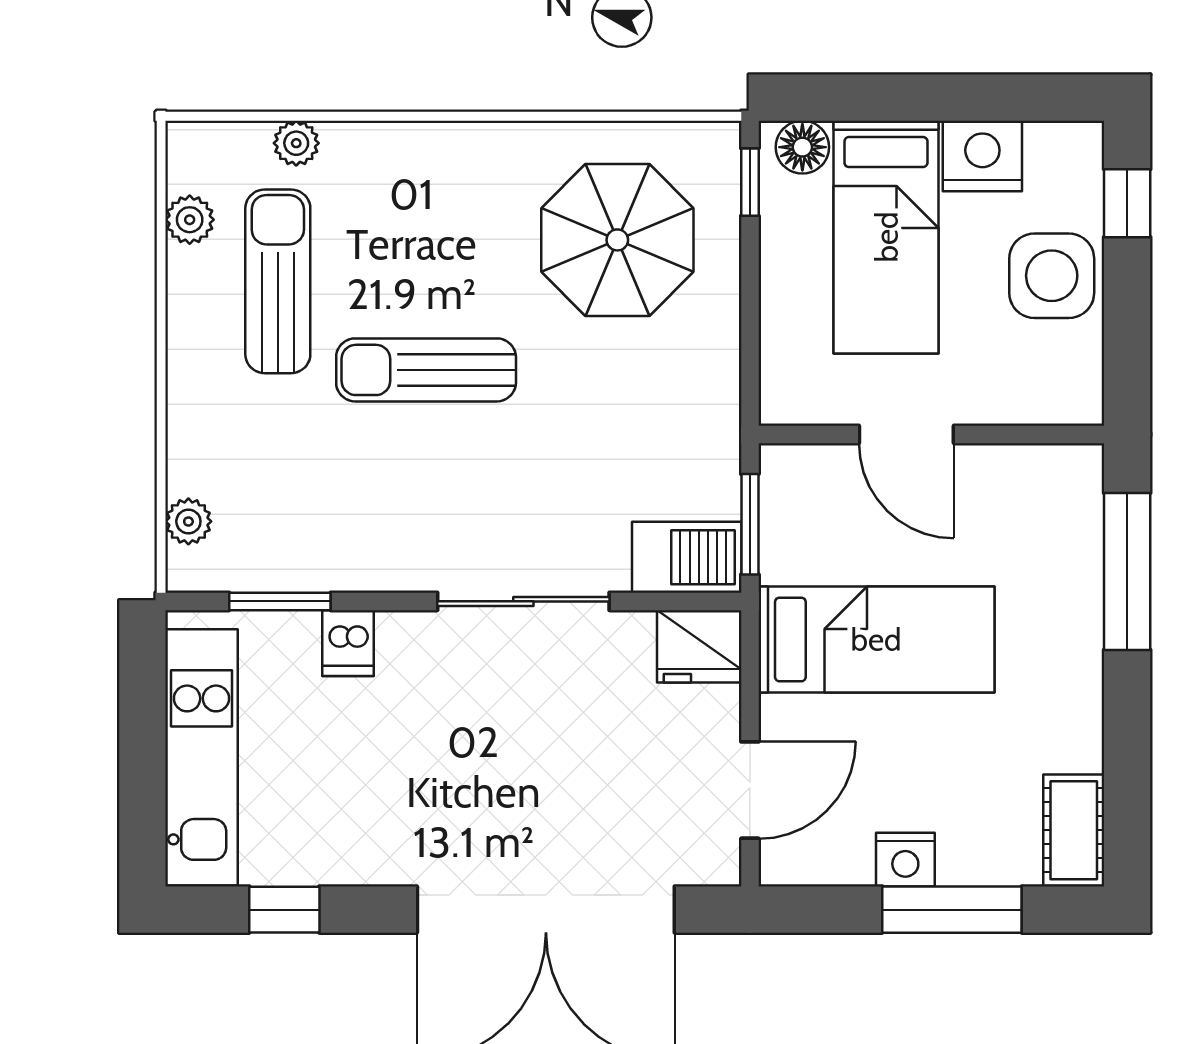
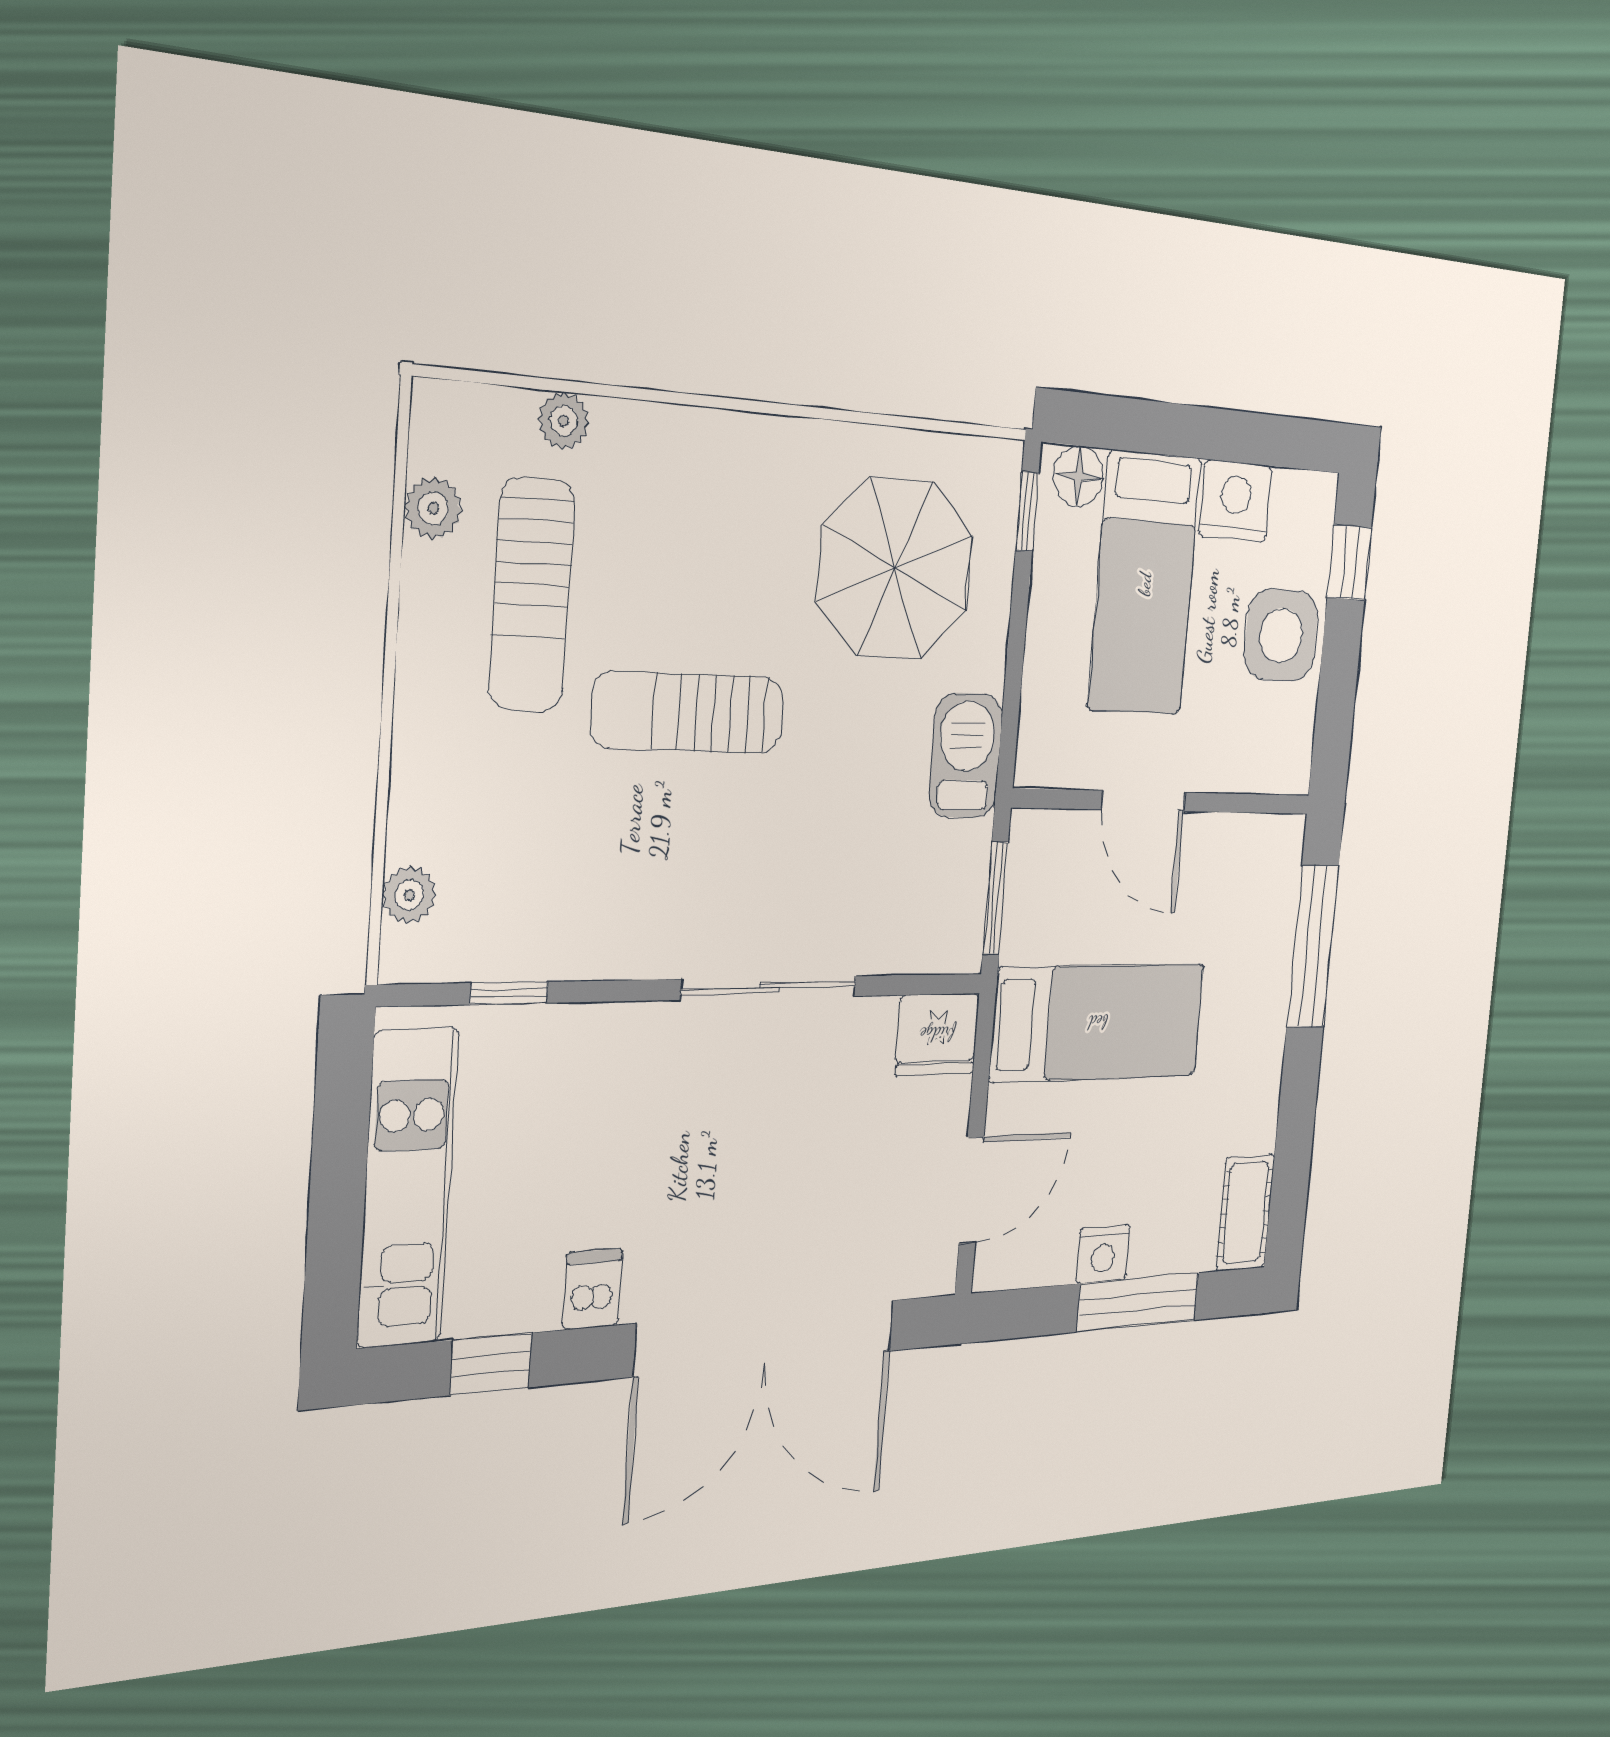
sun lounger: (278, 281) -> (532, 595), turned 180
barbecue: (687, 557) -> (966, 755), moved, turned -90
window: (280, 601) -> (509, 993), width x0.67
dishwasher: (348, 643) -> (593, 1289), moved, turned 180

